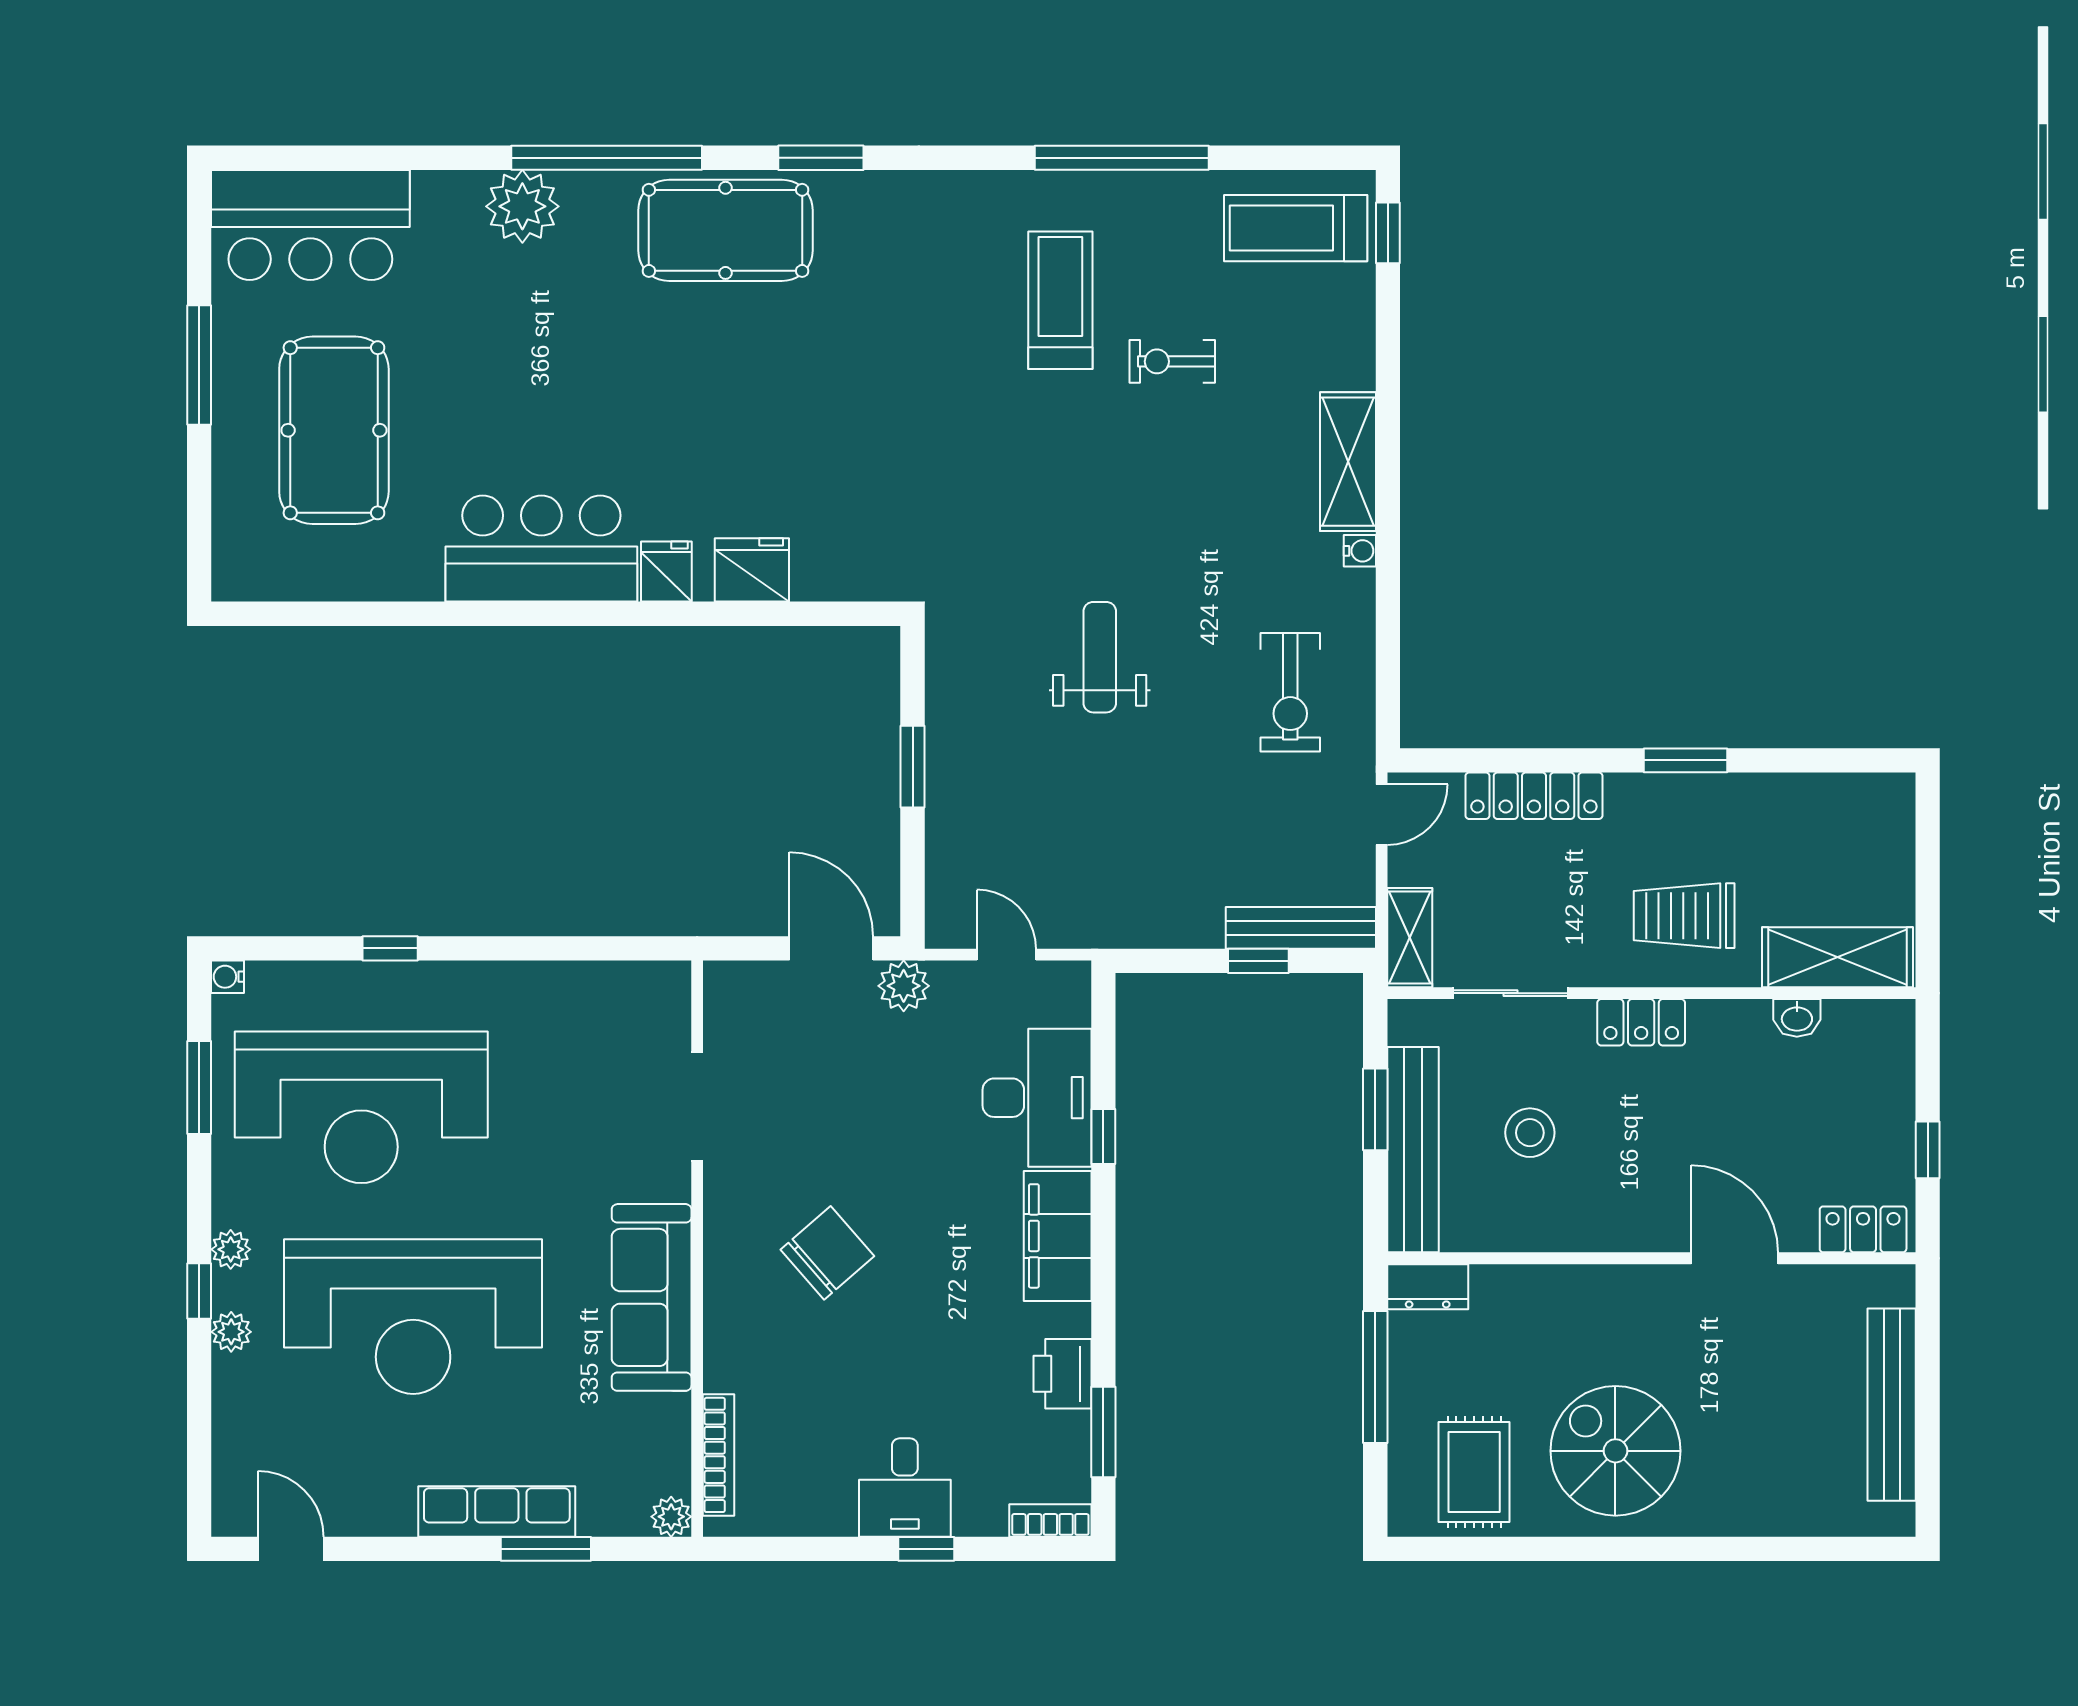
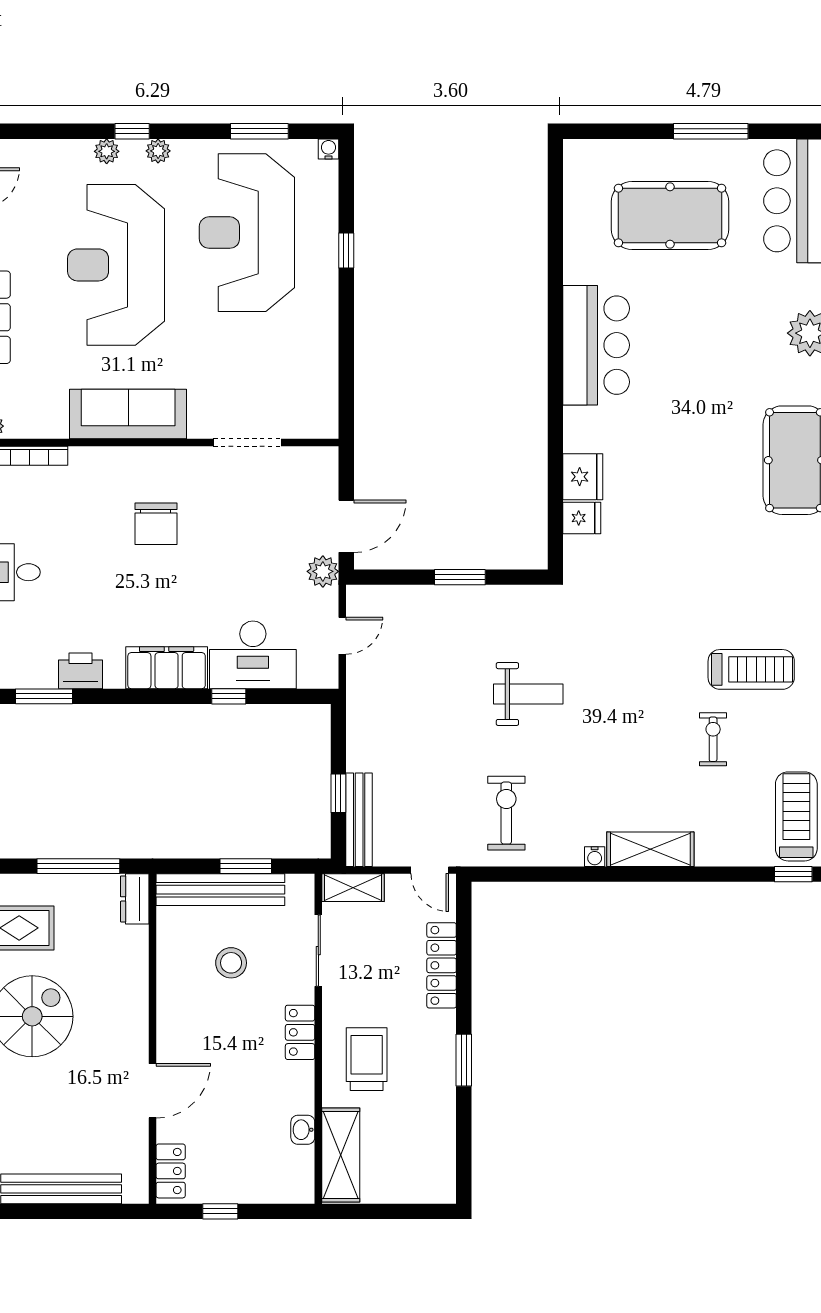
fridge: (666, 572) -> (582, 518), moved
exercise bike: (1290, 692) -> (506, 813), turned 90
chair: (827, 1253) -> (156, 524), turned 41

